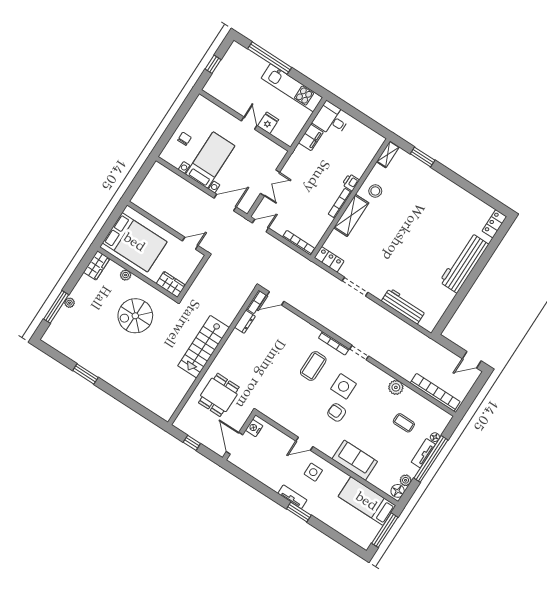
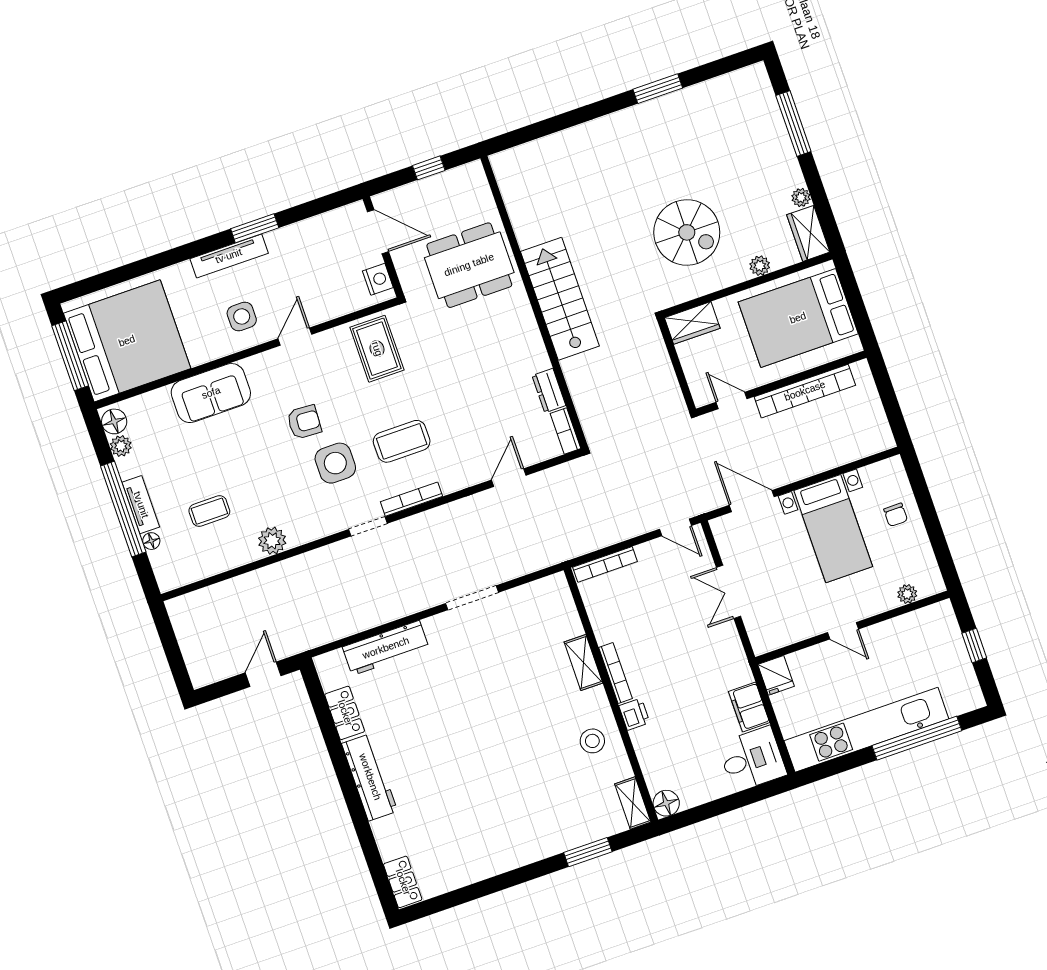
kitchen unit: (292, 88) -> (866, 730), width x1.36
plant: (213, 109) -> (907, 594), added
fridge: (268, 123) -> (776, 675), moved
floor lamp: (377, 141) -> (666, 803), added
door: (225, 203) -> (752, 501), swing flipped
shelving: (351, 215) -> (583, 662), width x0.67, depth x0.75
door: (260, 225) -> (676, 527), hinge flipped
door: (190, 243) -> (731, 400), swing flipped
locker: (329, 259) -> (345, 713), moved, turned -90
workbench: (464, 263) -> (370, 777), width x0.73, depth x0.76
door: (275, 298) -> (509, 478), moved
plant: (69, 303) -> (801, 198), moved
spiral stairs: (135, 316) -> (687, 232), turned 90
door: (472, 360) -> (263, 674), moved
coffee table: (313, 366) -> (402, 441), turned 90
bookcase: (435, 392) -> (805, 391), moved
dining table: (219, 395) -> (469, 265), width x1.38
rug: (283, 406) -> (377, 349), added
tv unit: (292, 497) -> (229, 256), width x1.41
bed: (367, 501) -> (127, 341), width x2.04
window: (299, 512) -> (255, 228), moved

